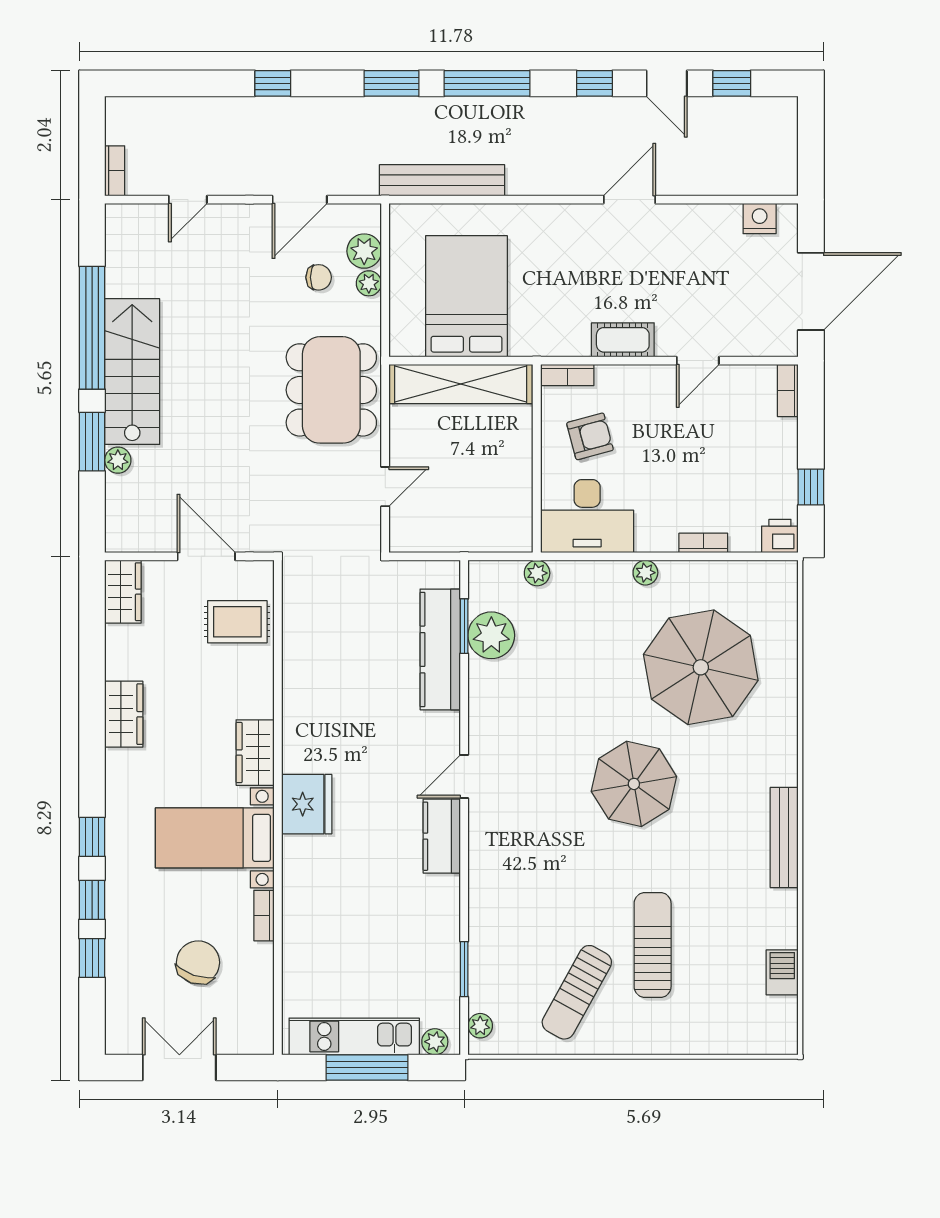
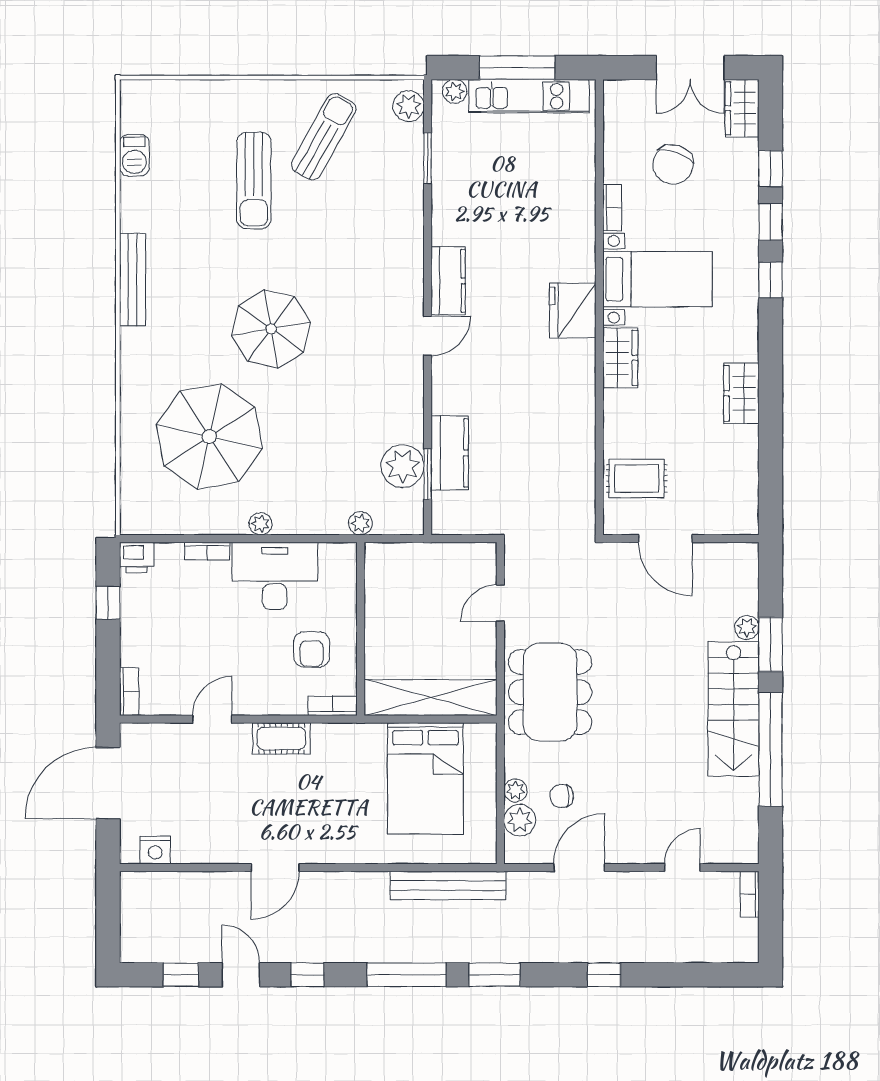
armchair: (590, 436) -> (312, 649), turned -75
desk: (587, 516) -> (275, 576), moved
wardrobe: (123, 592) -> (742, 108), moved
kitchen counter: (440, 649) -> (450, 453), width x0.67
plant: (480, 1026) -> (409, 106), width x1.38, depth x1.38

